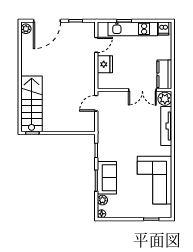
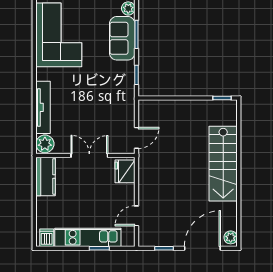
fridge: (105, 64) -> (125, 171), moved
double door: (142, 90) -> (89, 156), moved
stairs: (32, 104) -> (223, 164), moved

